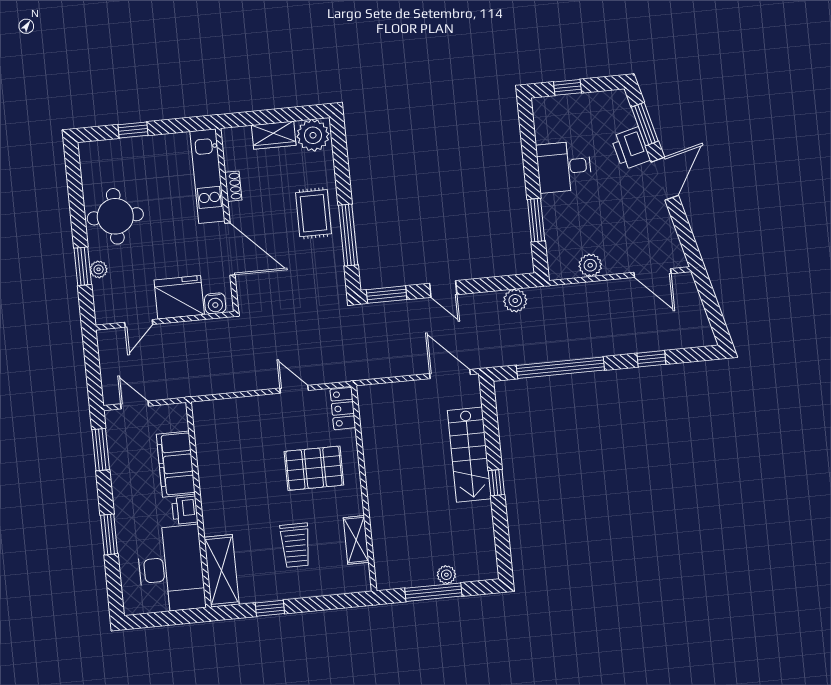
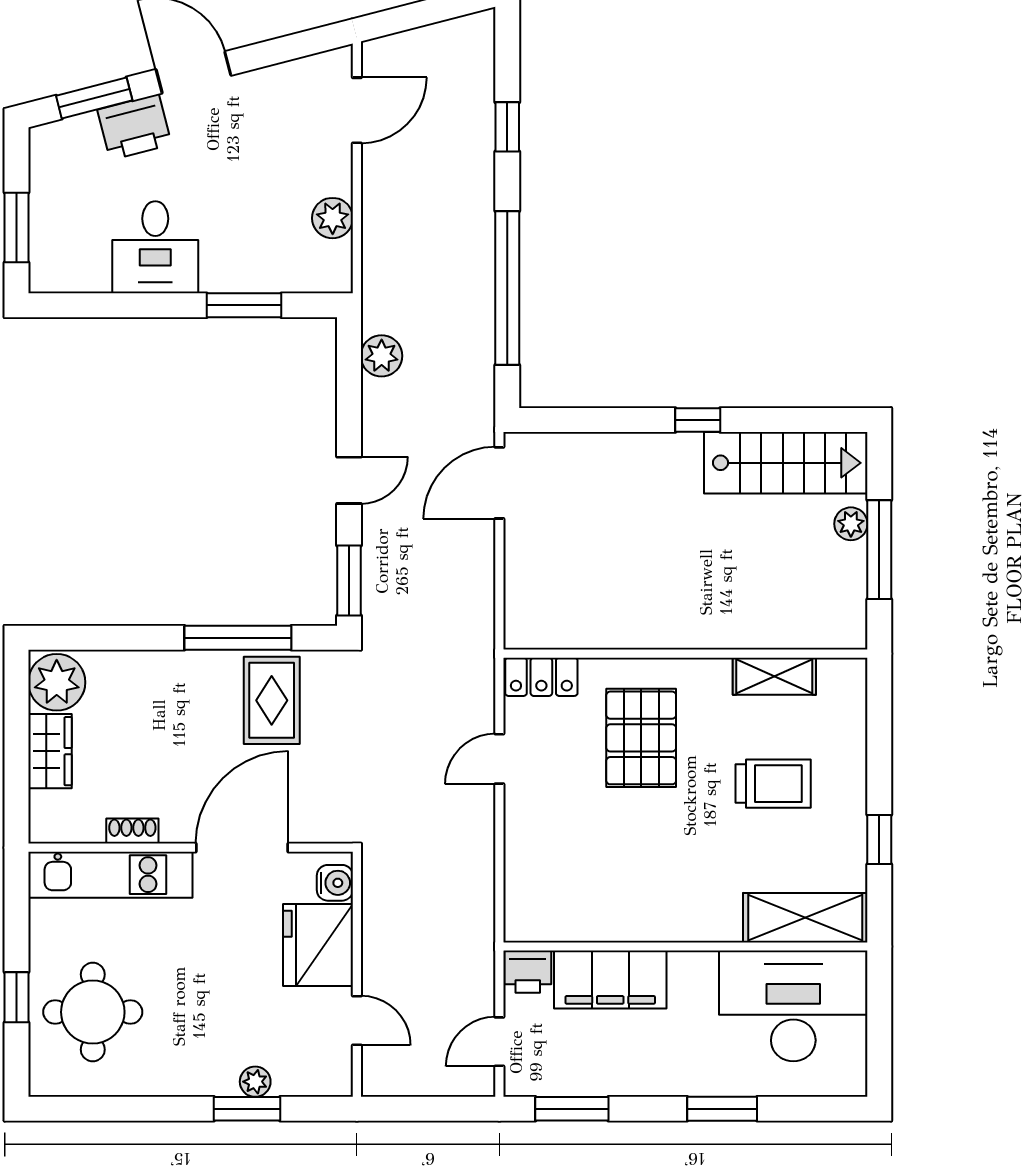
window: (567, 87) -> (16, 227), width x1.50
rug: (314, 213) -> (272, 700), moved, turned 90
round table: (115, 216) -> (93, 1012), moved
stairs: (469, 455) -> (786, 463), moved
printer: (185, 510) -> (528, 972), moved

